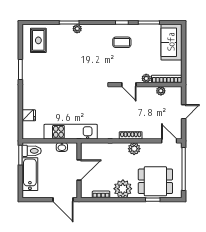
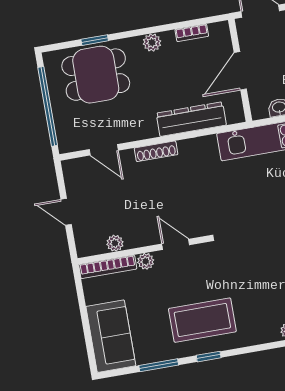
coffee table: (122, 42) -> (202, 320), width x1.86, depth x1.72
door: (184, 112) -> (66, 212), hinge flipped
door: (169, 141) -> (104, 150), moved
dresser: (109, 149) -> (191, 119), added
plant: (134, 149) -> (145, 128), removed
plant: (123, 189) -> (152, 43), width x0.53, depth x0.53

